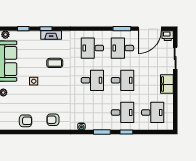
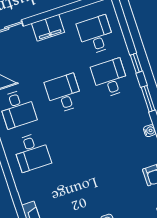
coffee table: (55, 63) -> (71, 199), removed
desk: (92, 80) -> (78, 137), removed

